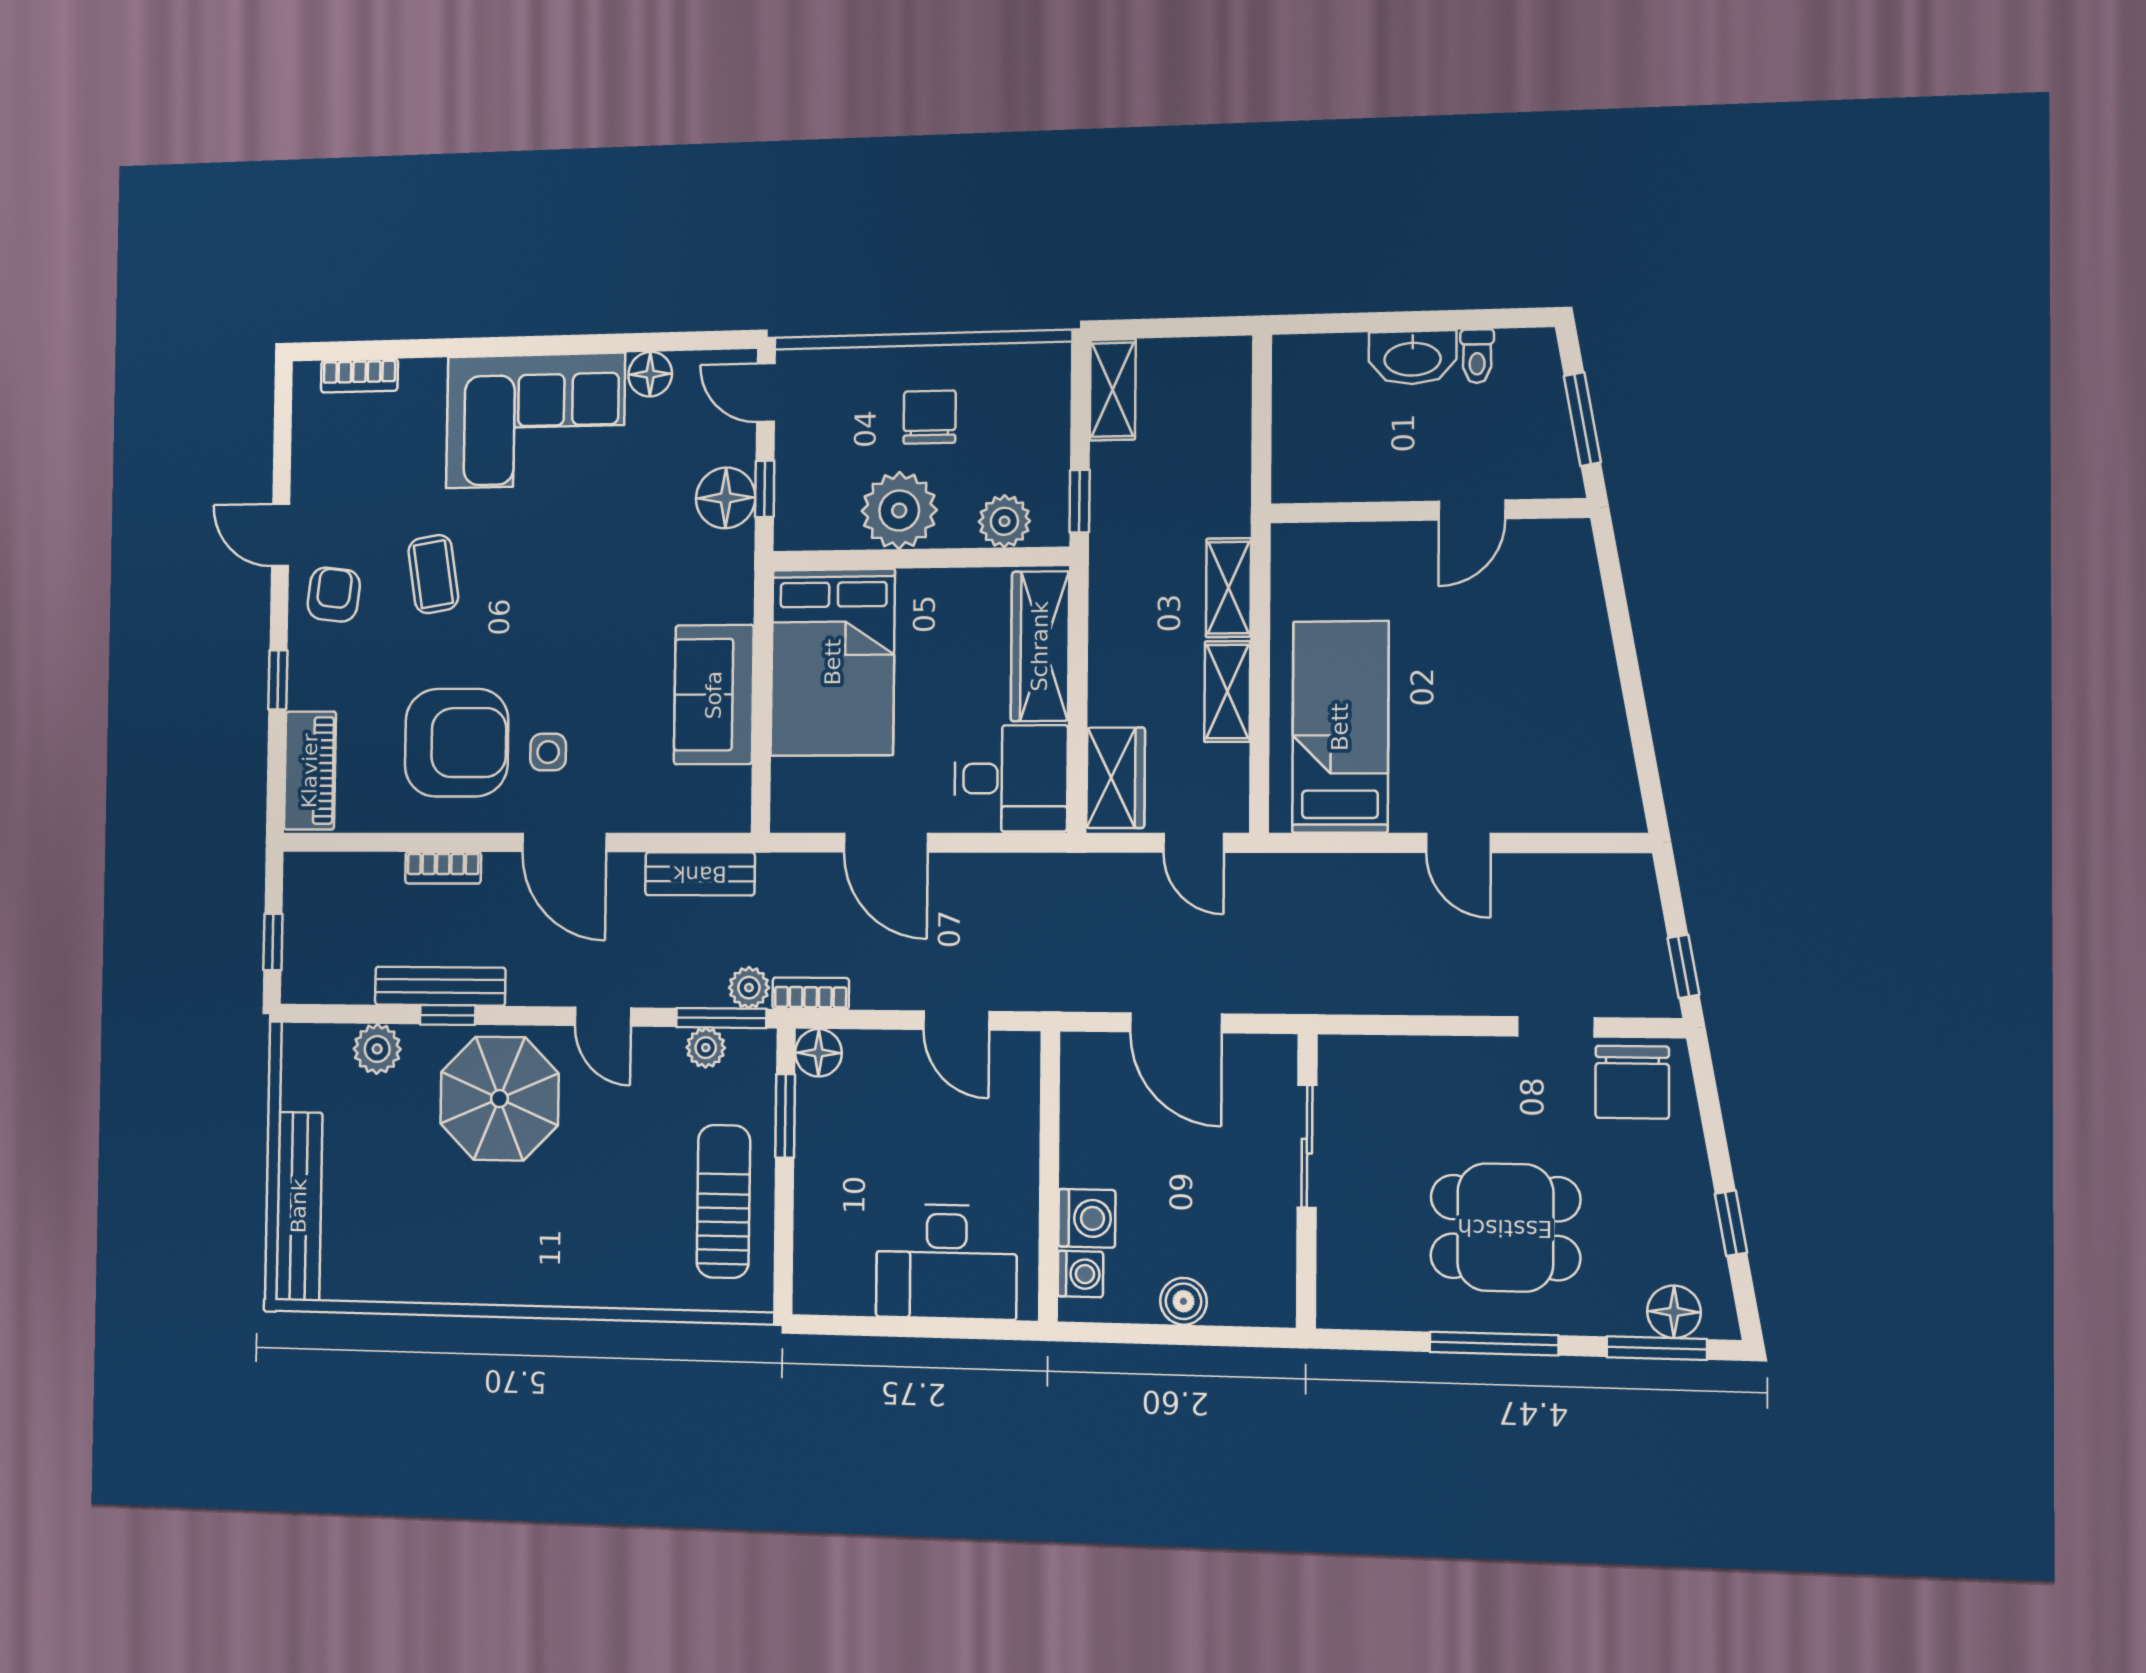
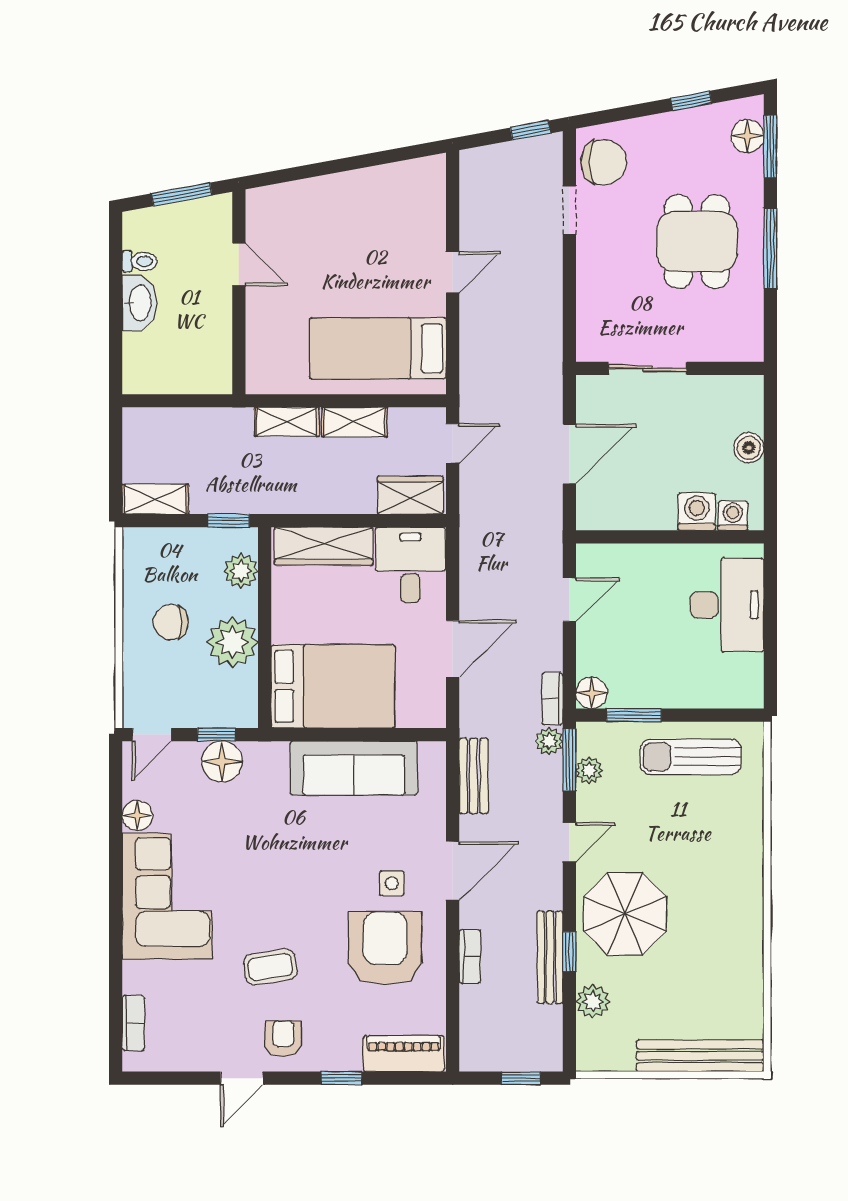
armchair: (334, 595) -> (283, 1039), turned 83
sofa: (714, 695) -> (354, 768), width x1.36

